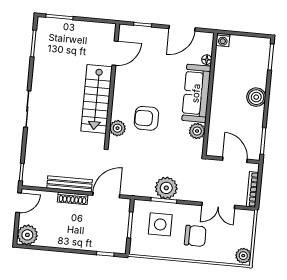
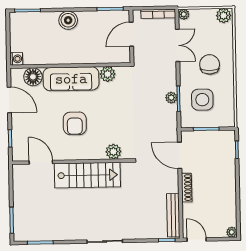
floor lamp: (207, 60) -> (33, 77), width x1.89, depth x1.89
armchair: (146, 118) -> (75, 123), moved
bench: (70, 184) -> (173, 215), moved
plant: (166, 188) -> (171, 98), width x0.53, depth x0.53
plant: (249, 215) -> (184, 14), added
plant: (27, 235) -> (232, 232), width x0.53, depth x0.53

